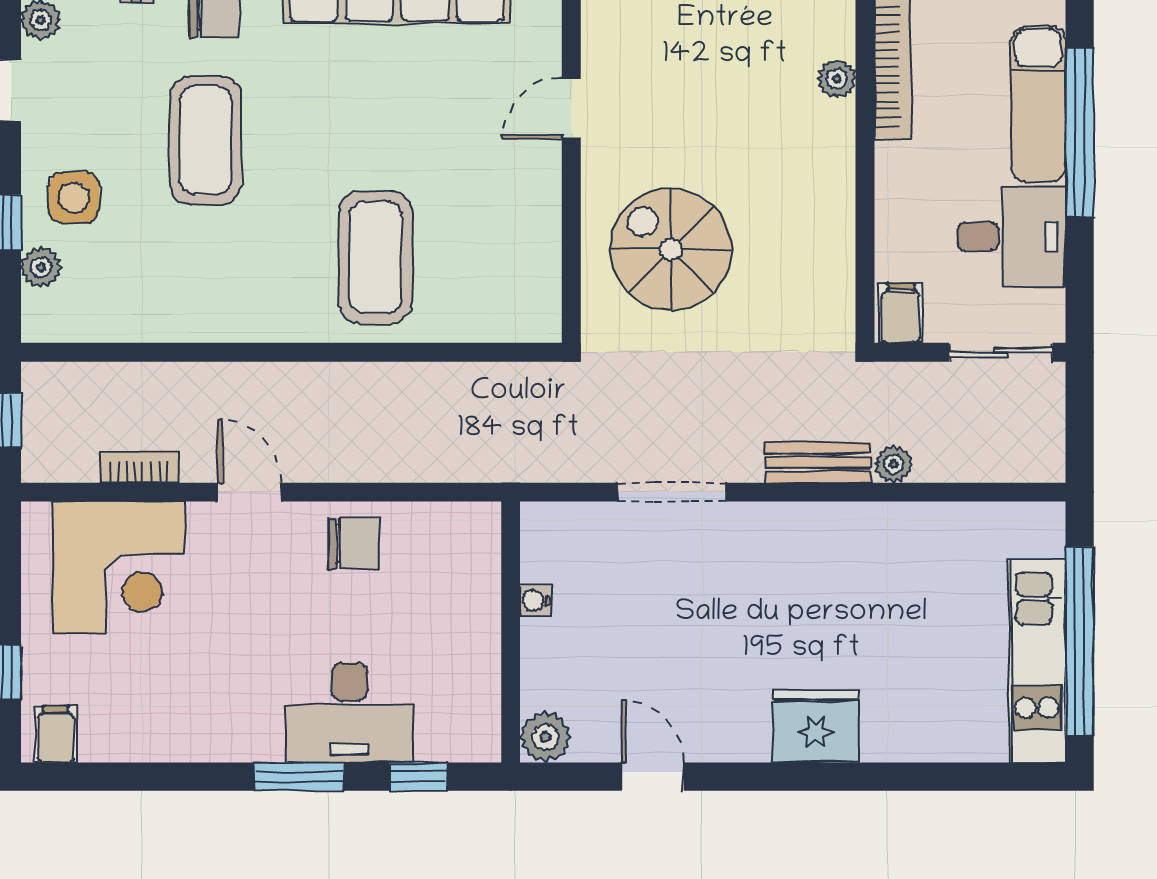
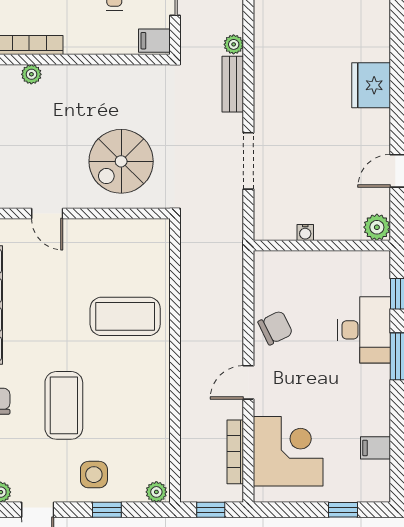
coffee table: (206, 140) -> (64, 405), turned 90
plant: (41, 267) -> (156, 492), moved
bookcase: (139, 467) -> (235, 452), width x1.56
chair: (354, 544) -> (275, 328), turned 64
filing cabinet: (56, 734) -> (375, 448), moved

